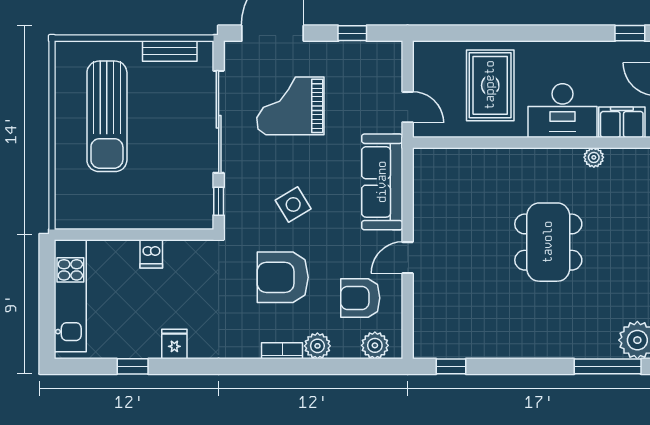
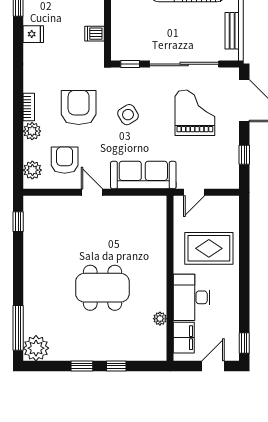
dishwasher: (151, 254) -> (95, 34), moved

